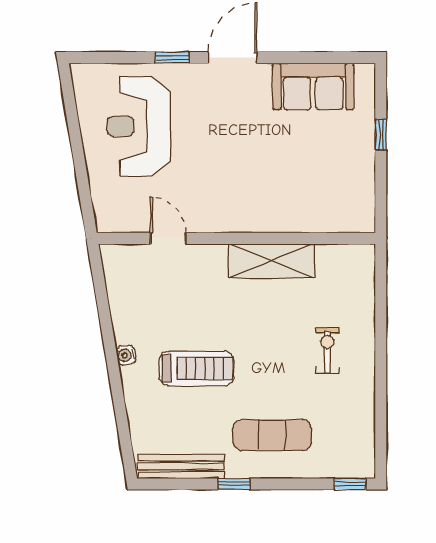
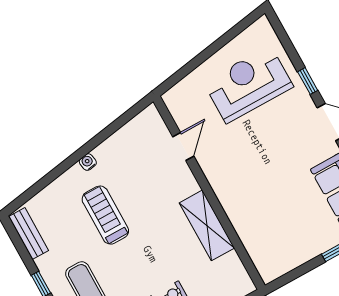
treadmill: (197, 369) -> (105, 215), turned 180
bench: (181, 466) -> (29, 234), width x0.73

